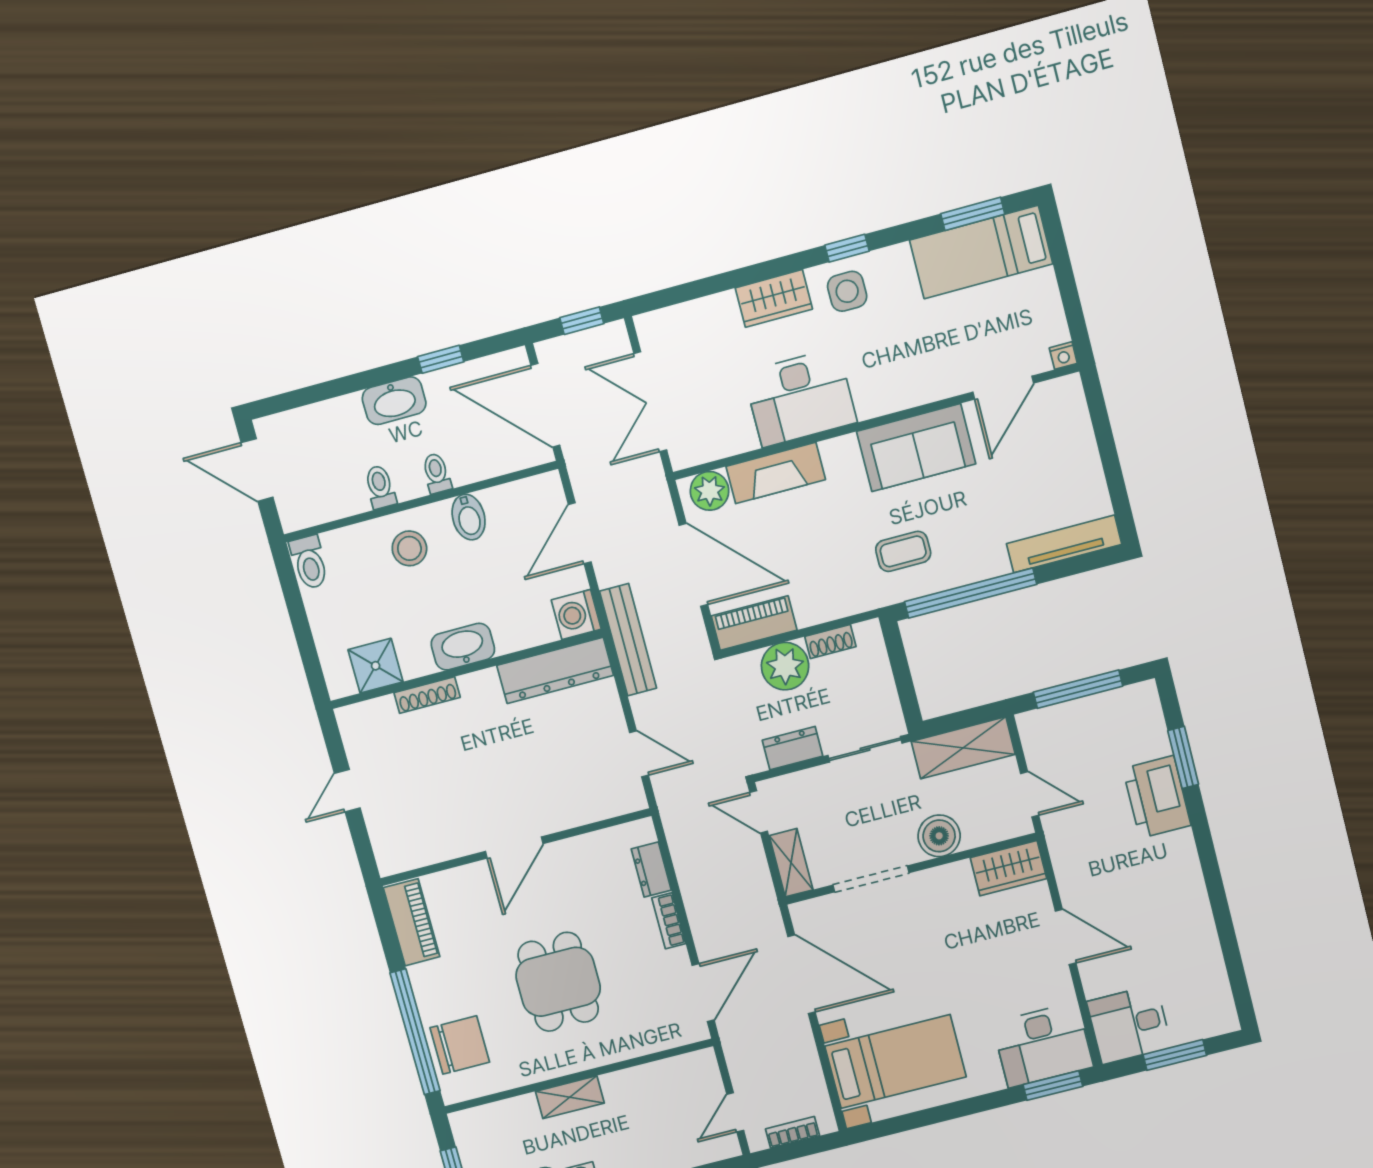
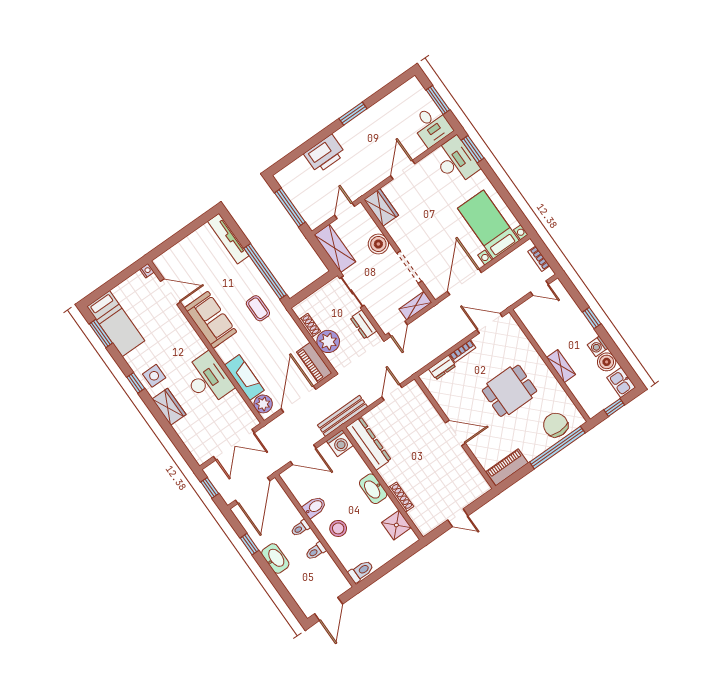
window: (1183, 757) -> (353, 114), moved

